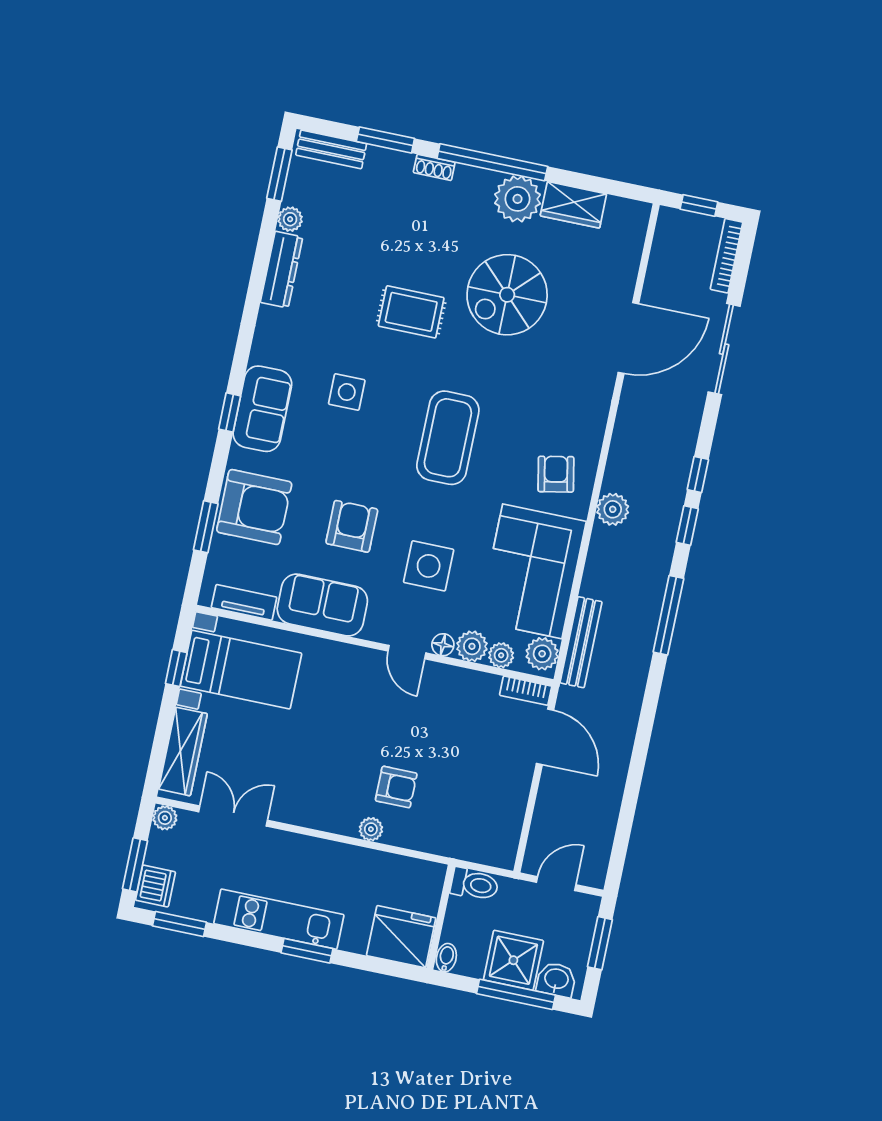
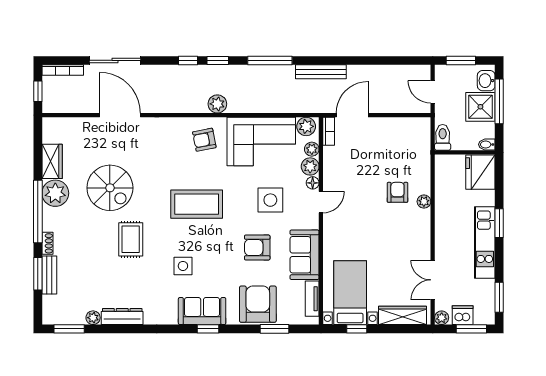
bench: (331, 149) -> (49, 275), moved
bench: (581, 642) -> (321, 72), moved
dishwasher: (155, 886) -> (463, 315), moved

